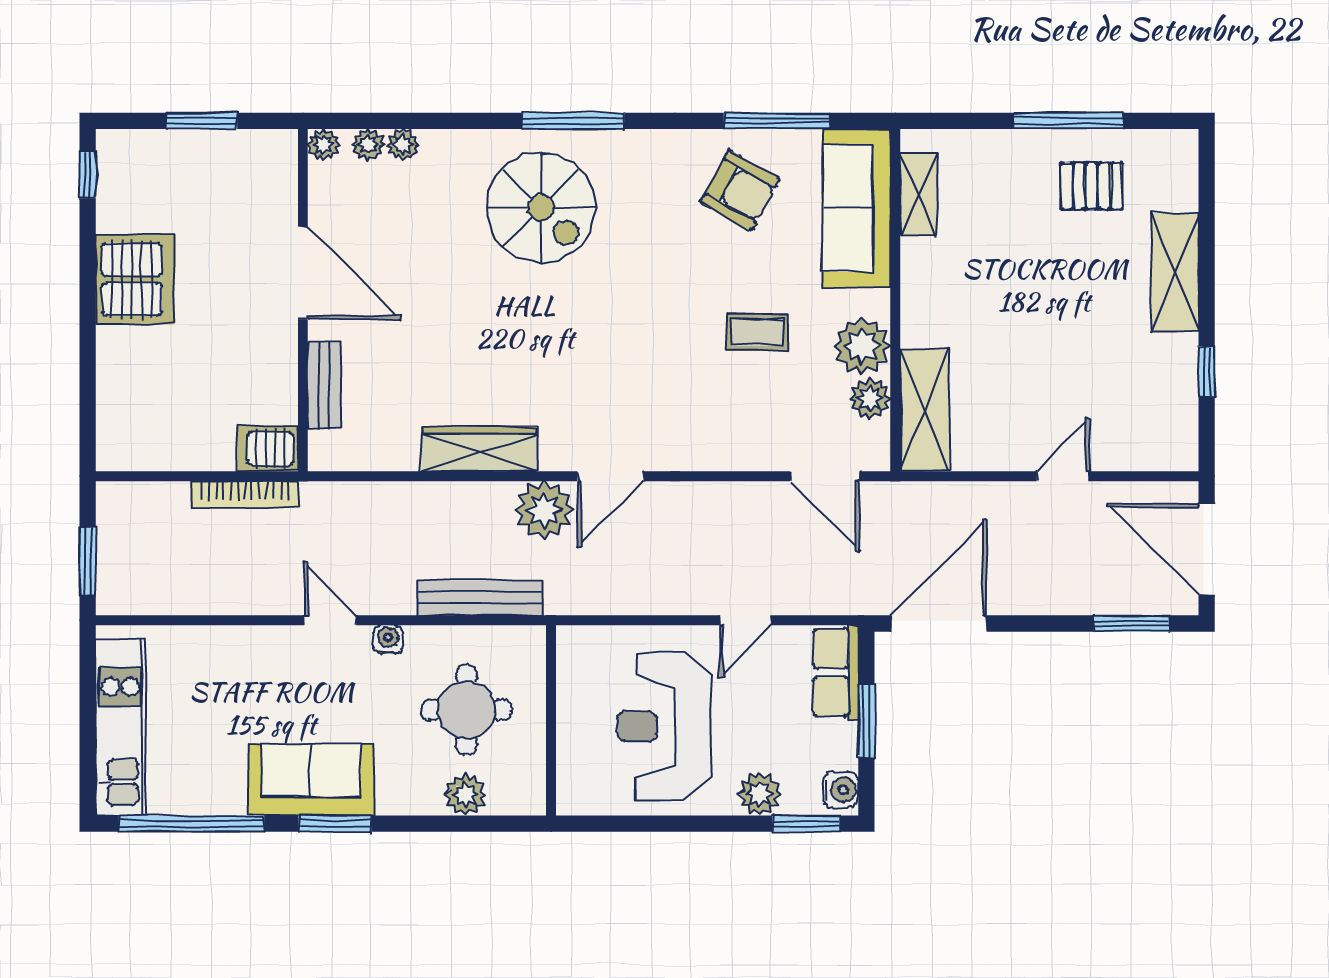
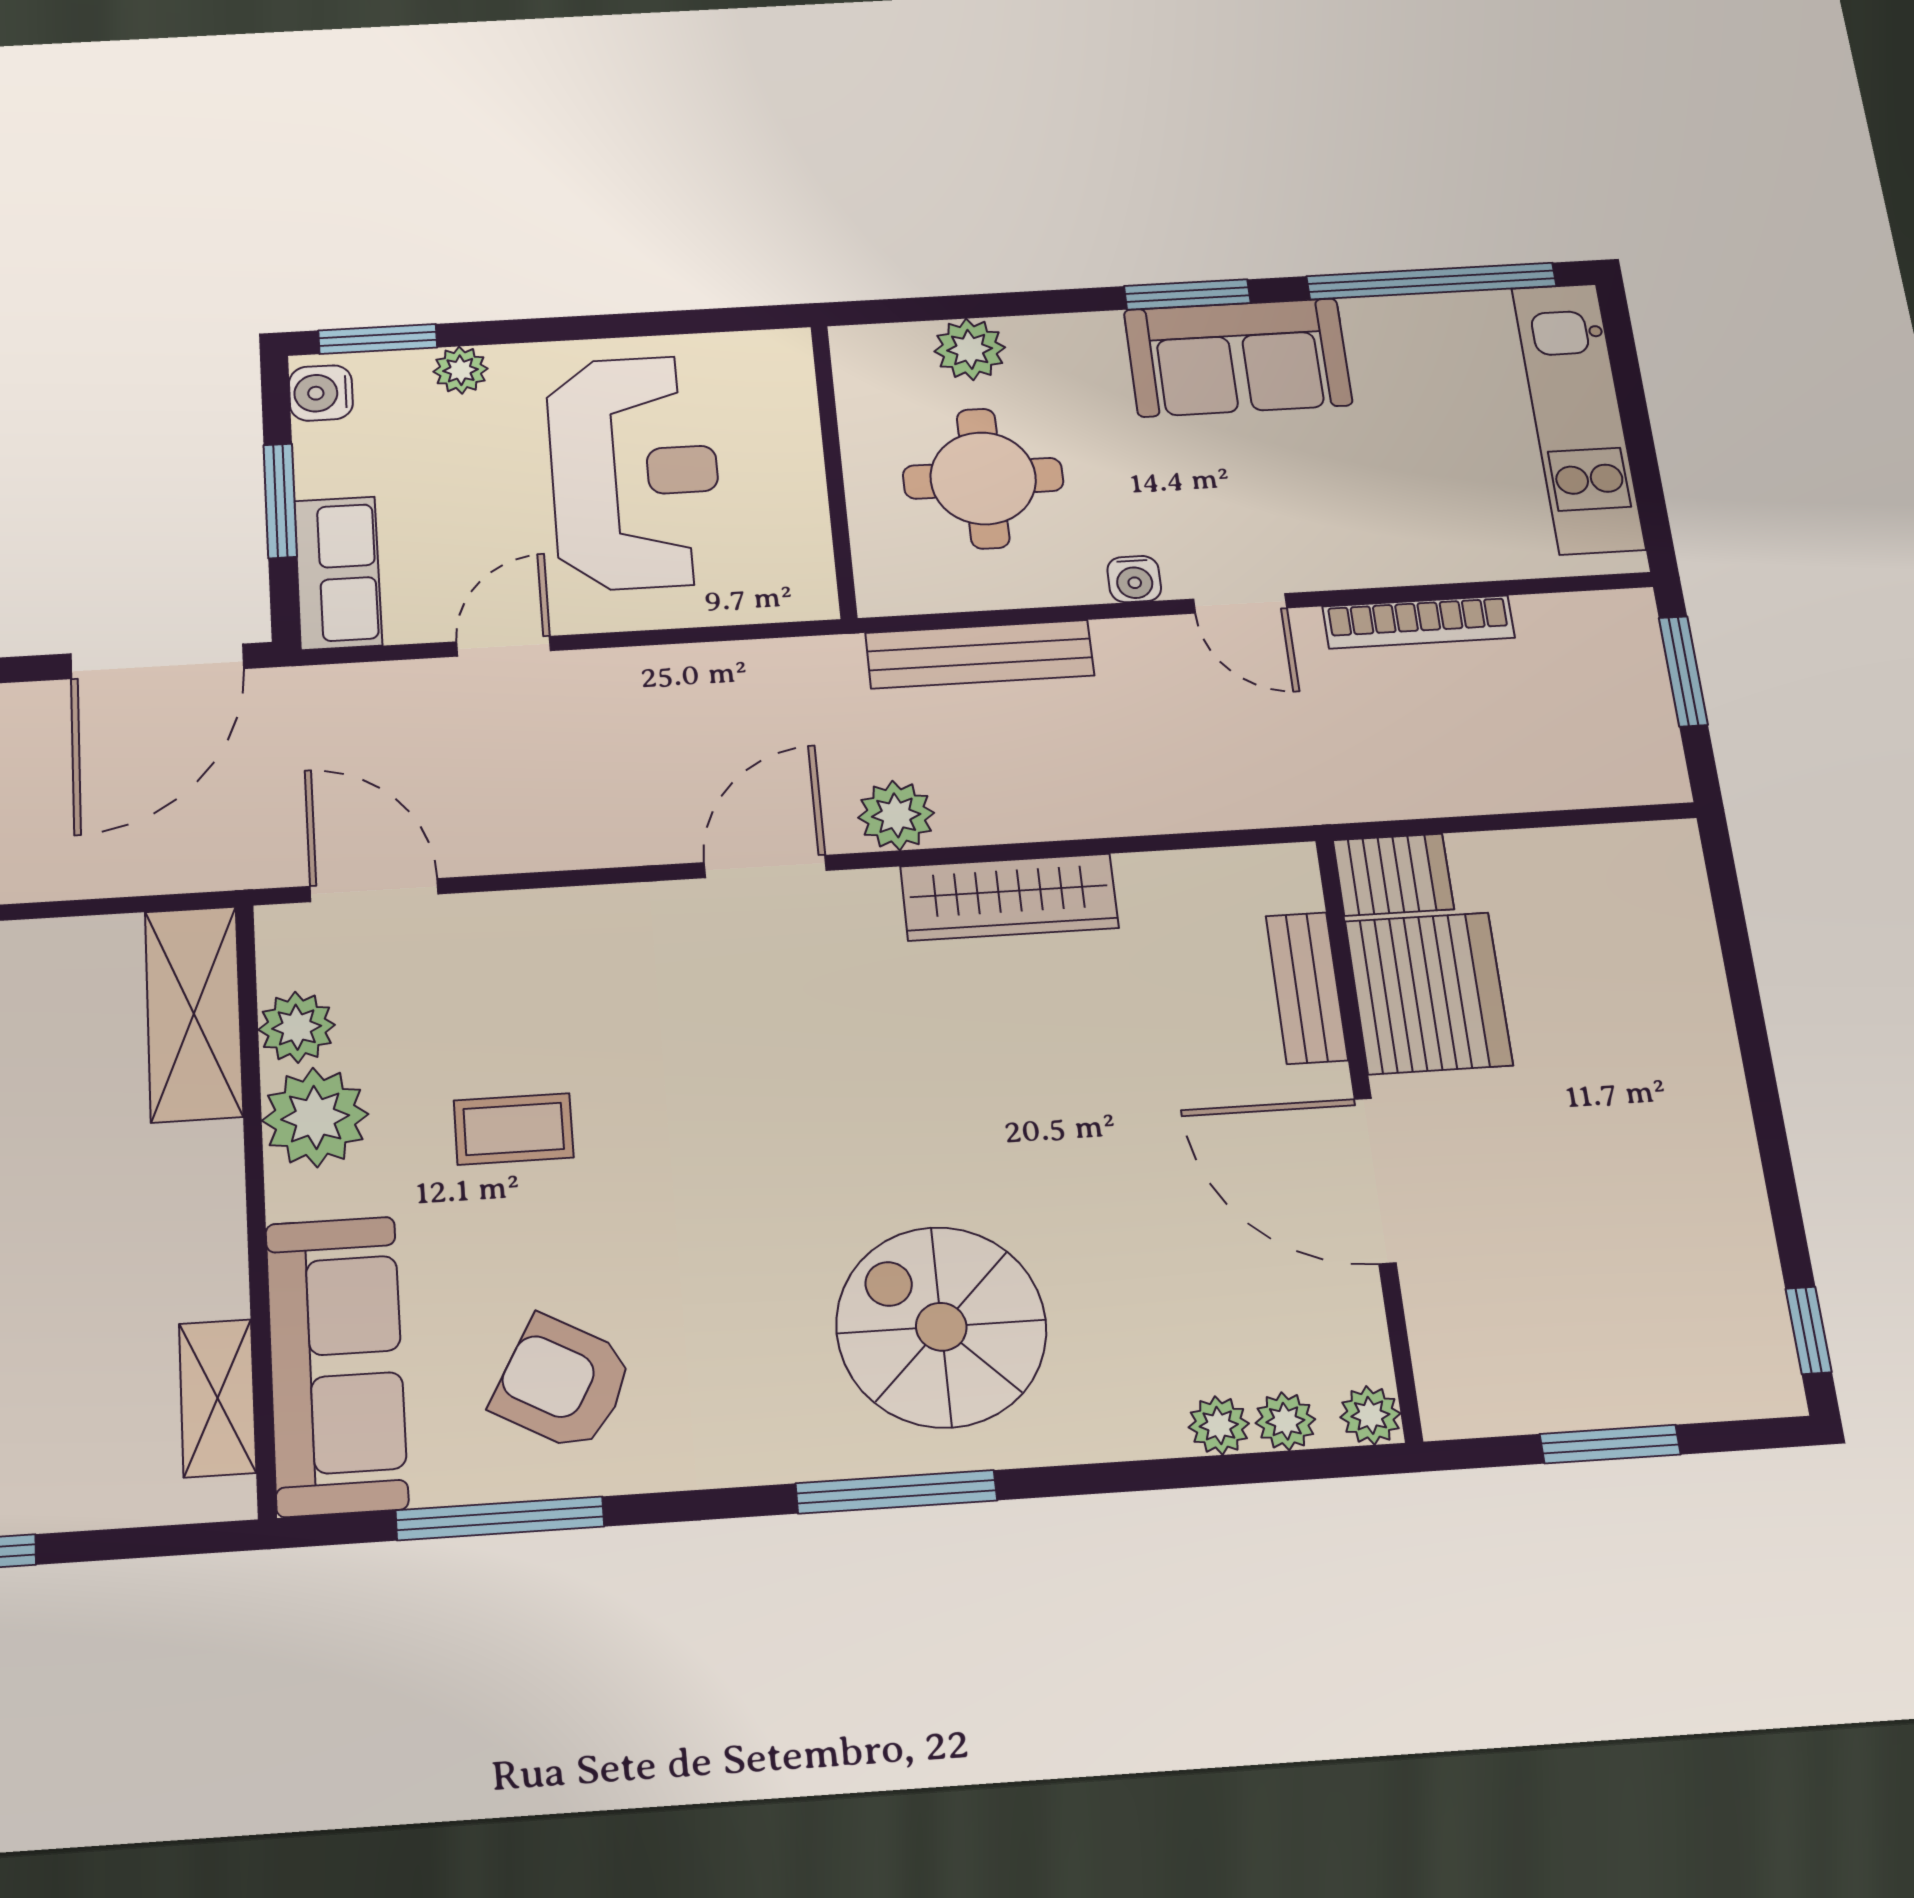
server rack: (135, 279) -> (1429, 993), moved, turned 180
bookcase: (245, 494) -> (1419, 622), moved, turned 180
plant: (544, 510) -> (896, 815), width x0.73, depth x0.73
plant: (760, 794) -> (461, 370), width x0.73, depth x0.73

